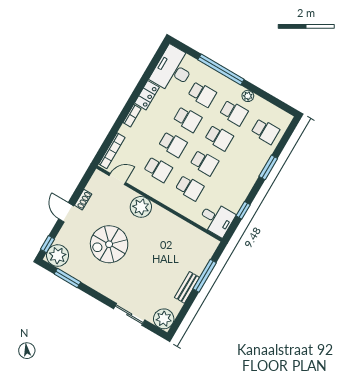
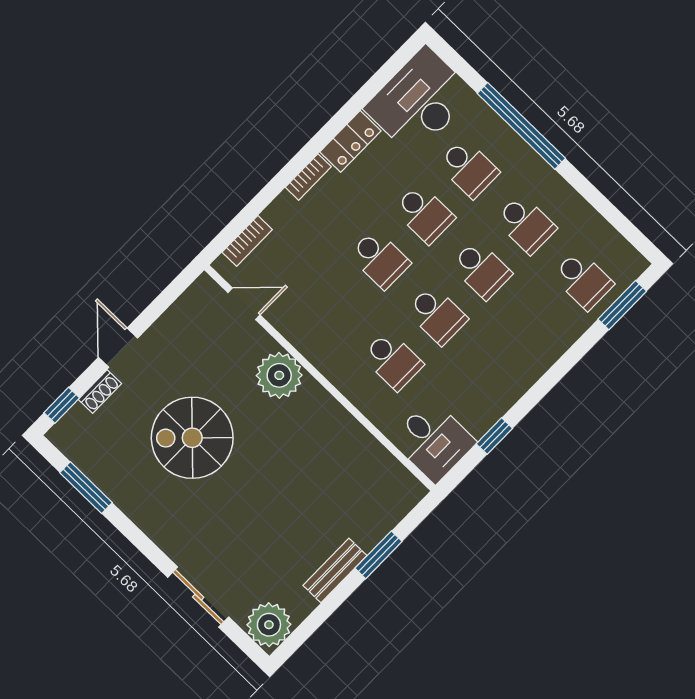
plant: (248, 96) -> (564, 196), removed
bookcase: (112, 151) -> (247, 241), width x0.64
window: (268, 167) -> (622, 305), moved
school desk: (158, 169) -> (335, 305), removed
shoe rack: (83, 200) -> (100, 392), moved
plant: (58, 256) -> (77, 435), removed
window: (205, 276) -> (379, 555), width x0.69

